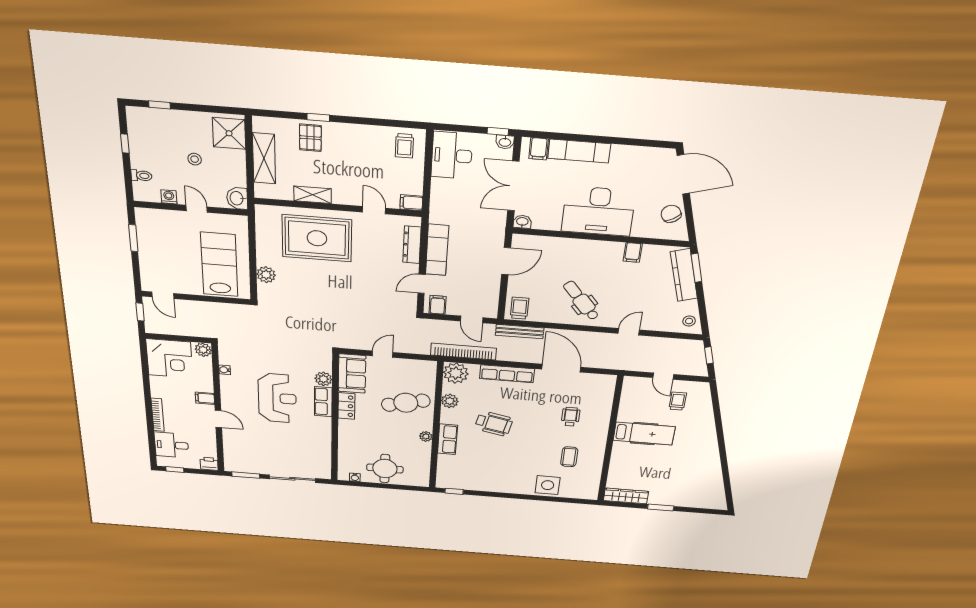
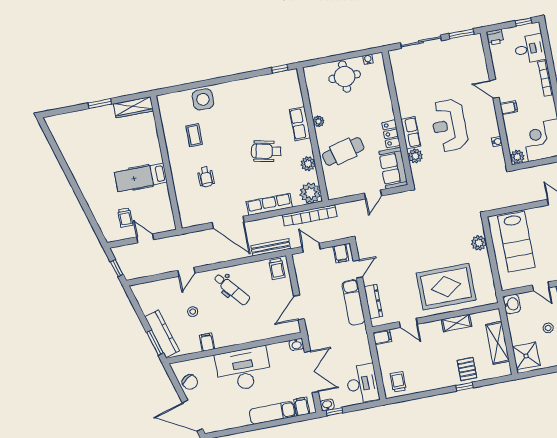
stool: (689, 321) -> (193, 312), moved

